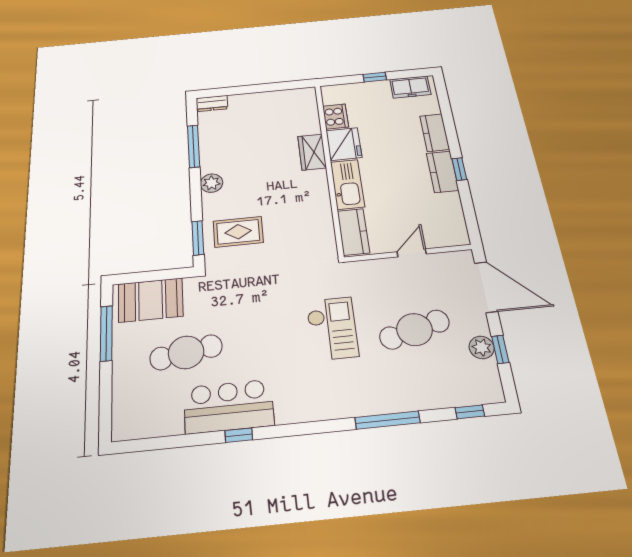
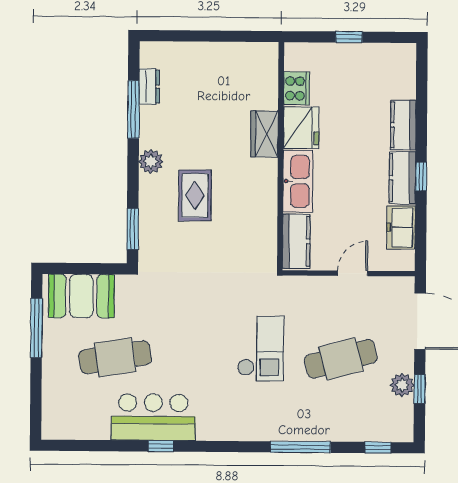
freezer: (410, 87) -> (401, 227), moved, turned 90
dresser: (212, 103) -> (149, 87), moved, turned -90
rug: (238, 232) -> (195, 195), moved, turned 90

